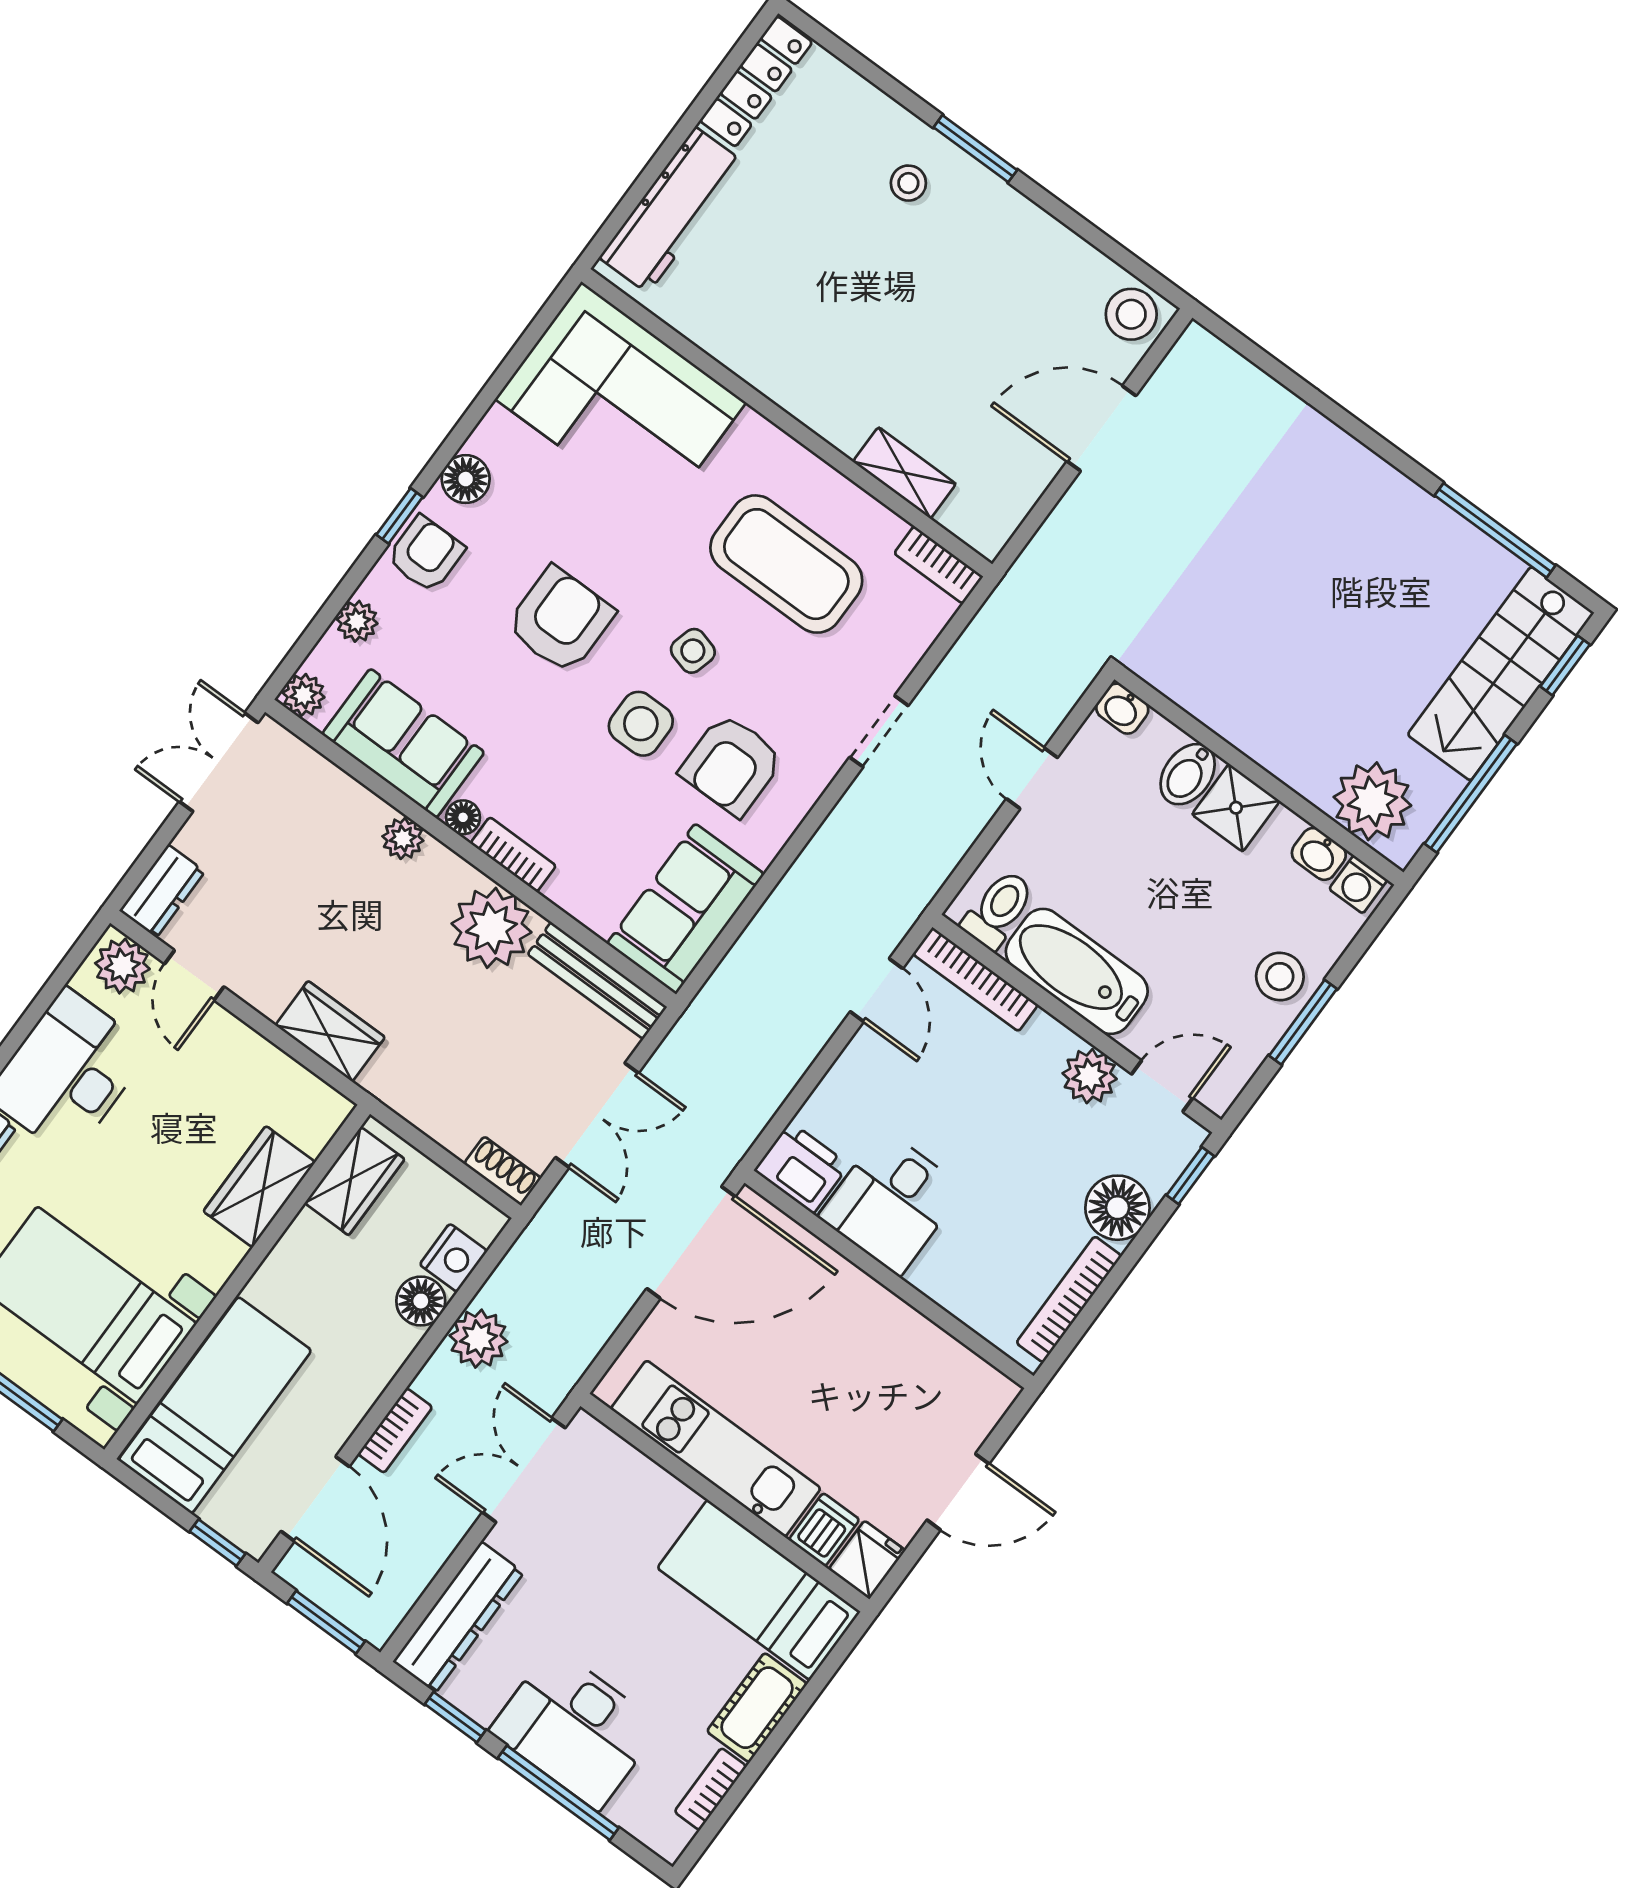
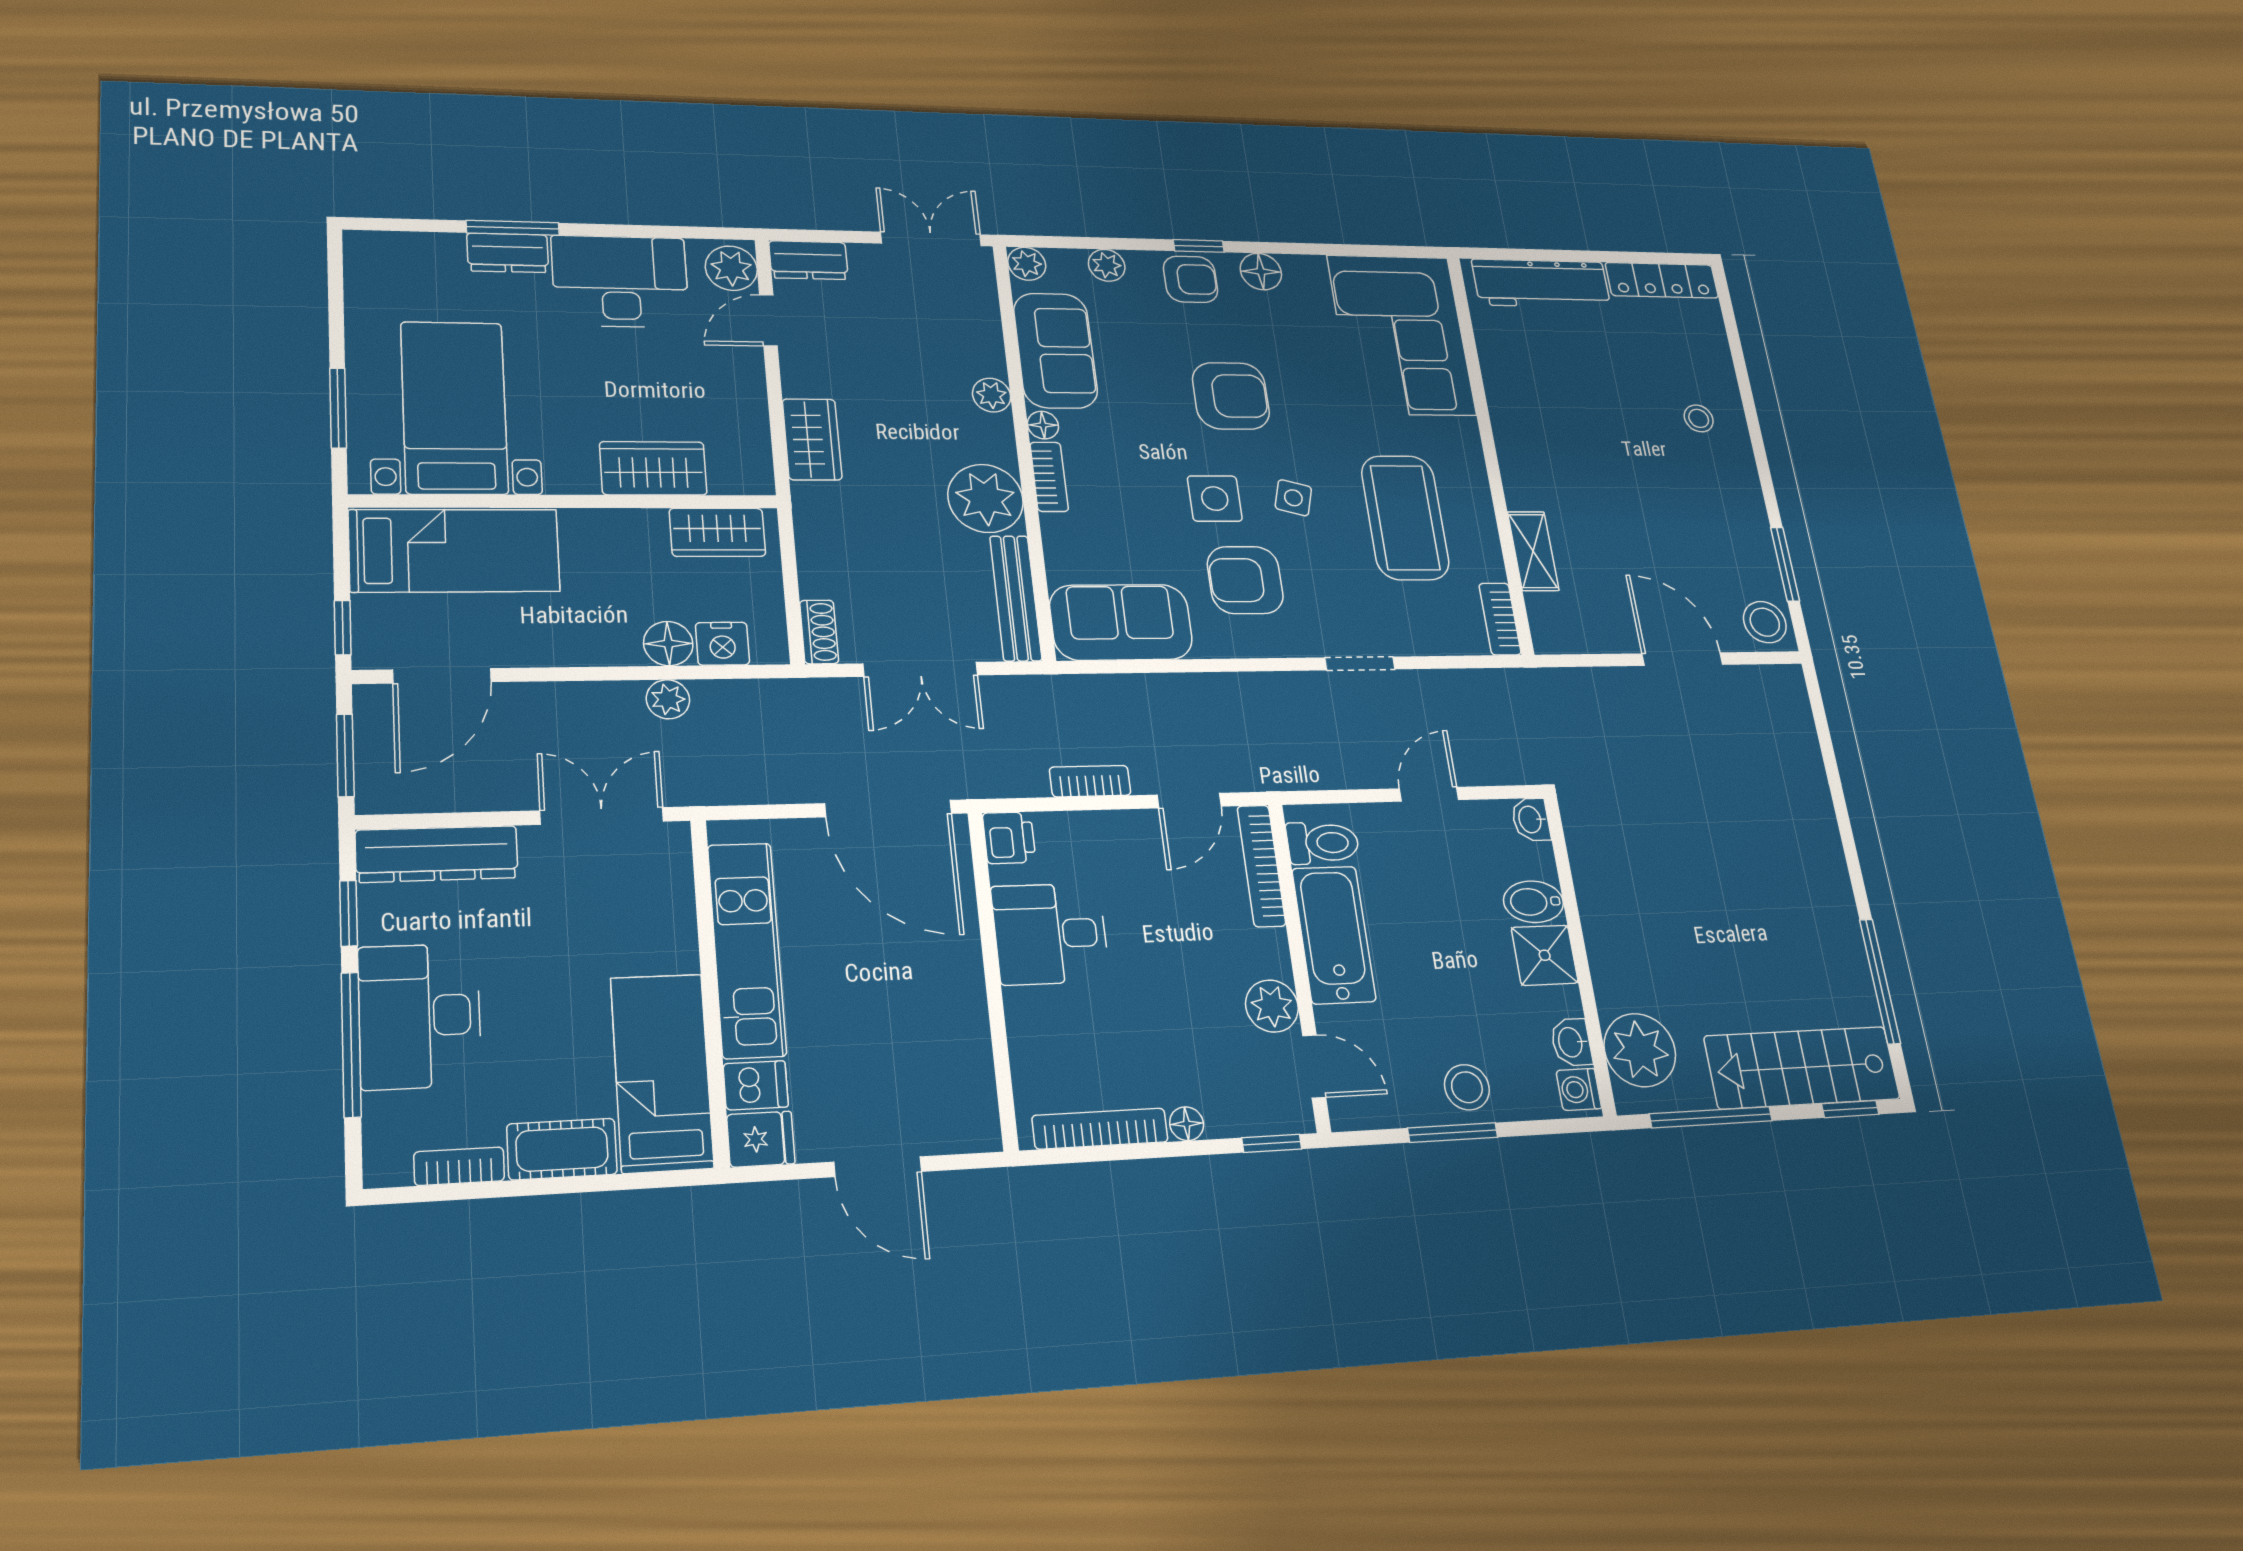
window: (975, 149) -> (1785, 564), moved
printer: (802, 1168) -> (1009, 838), width x0.73, depth x0.81
floor lamp: (1117, 1208) -> (1187, 1124), width x0.53, depth x0.53
plant: (478, 1339) -> (668, 699), width x0.73, depth x0.73
bookcase: (395, 1430) -> (1090, 781), moved, turned 180

